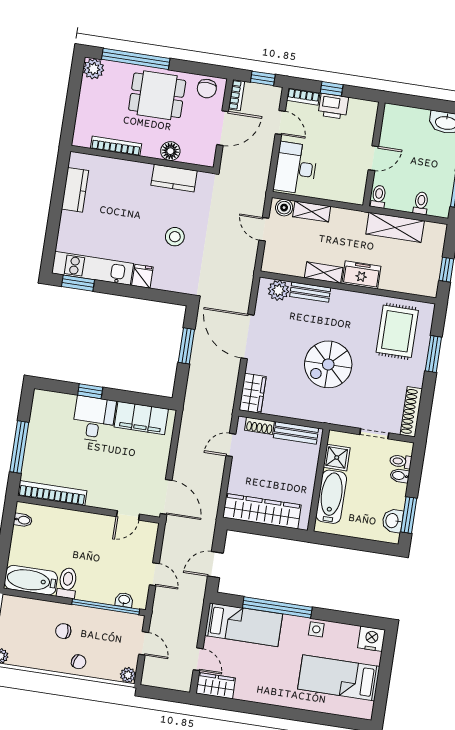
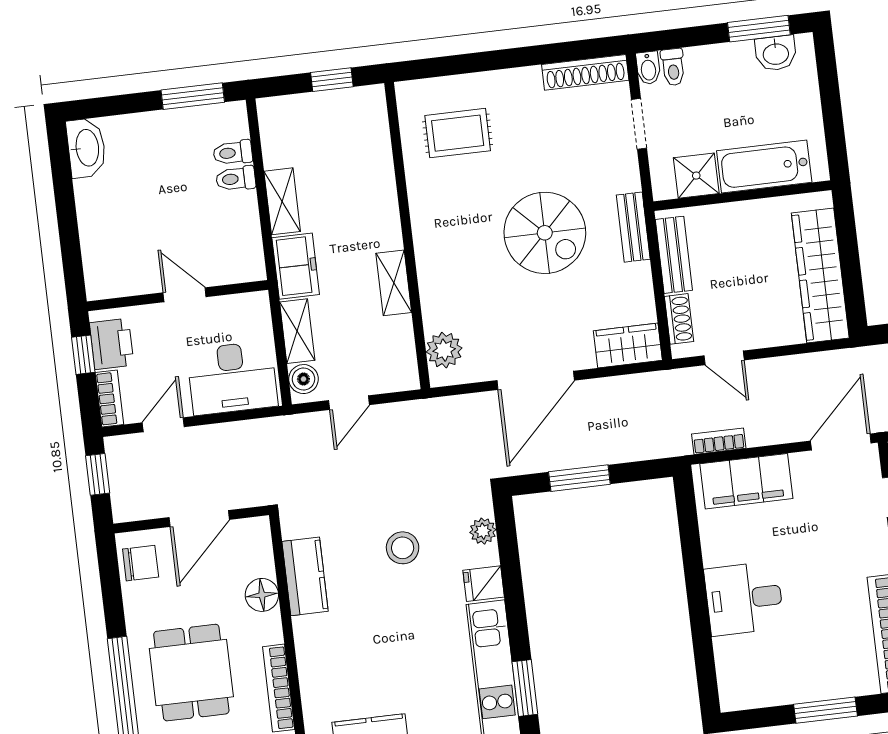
dining table: (157, 95) -> (191, 673), moved
bookcase: (237, 95) -> (719, 441), moved
door: (223, 128) -> (199, 518), swing flipped
wall: (374, 154) -> (178, 296), moved
door: (373, 158) -> (185, 295), moved
toilet: (379, 197) -> (236, 179), moved
shelving: (395, 227) -> (282, 201), width x0.67, depth x0.75
freezer: (361, 275) -> (296, 266), moved, turned 180
plant: (172, 284) -> (483, 531), added
bench: (310, 292) -> (633, 227), moved
rug: (397, 331) -> (458, 133), width x0.73, depth x0.70
window: (433, 354) -> (479, 62), removed
window: (90, 391) -> (699, 618), removed
filing cabinet: (141, 418) -> (746, 481), moved, turned 90
window: (19, 447) -> (826, 710), width x0.69
bidet: (400, 476) -> (648, 68), moved

